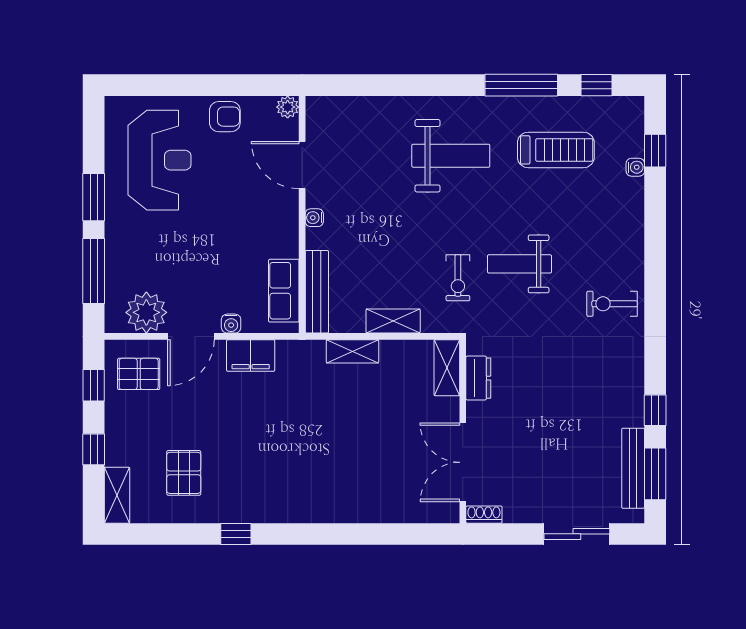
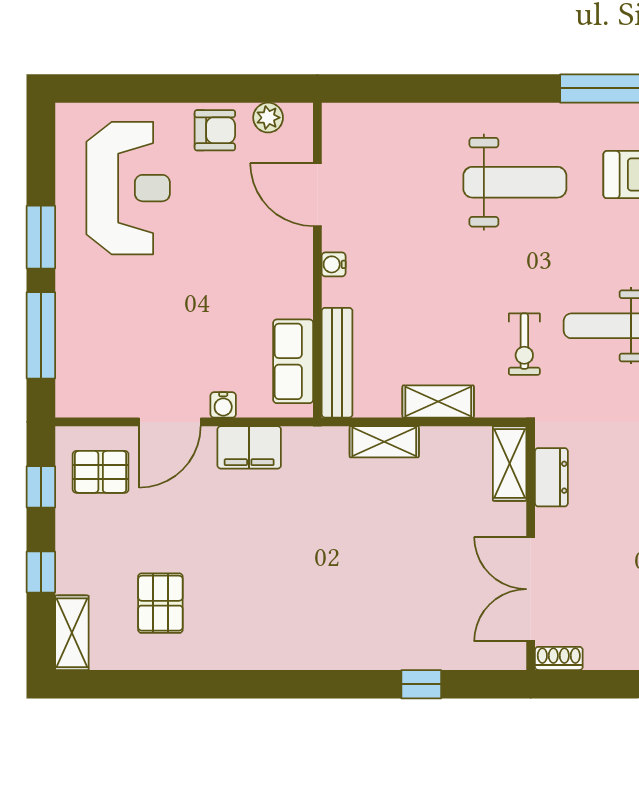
plant: (288, 107) -> (268, 118), moved
plant: (146, 312) -> (111, 390), removed
window: (236, 534) -> (421, 684), moved

